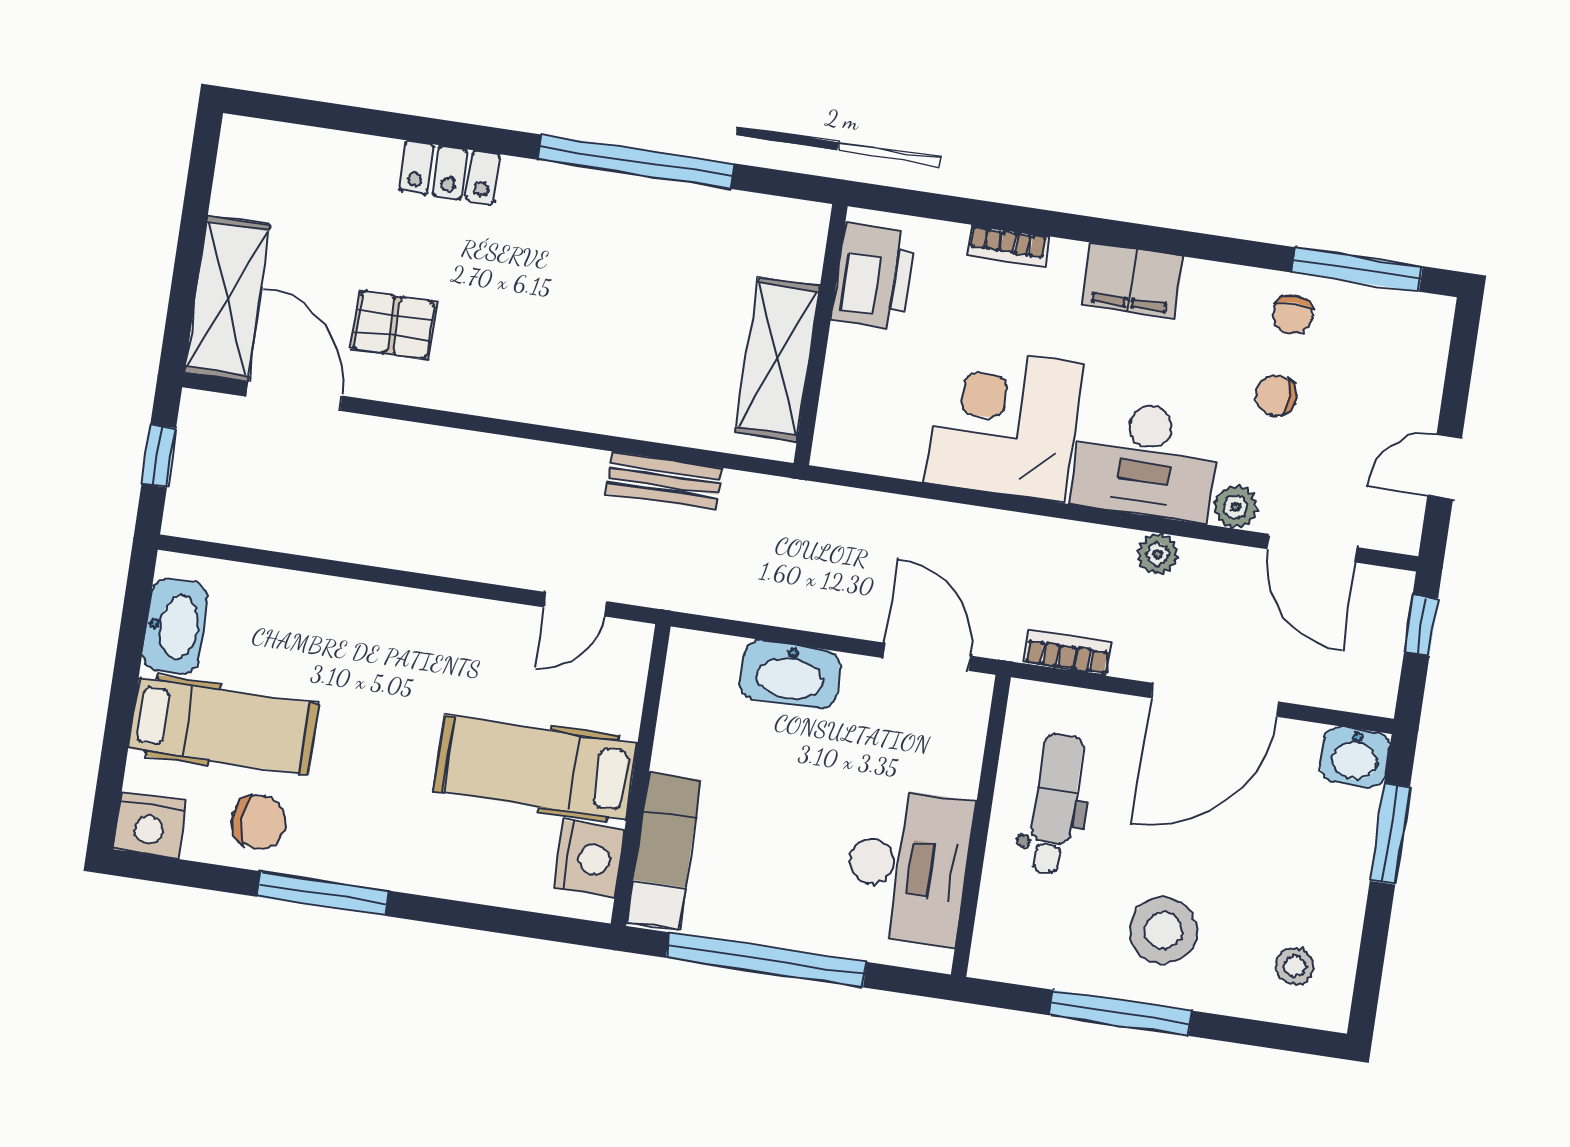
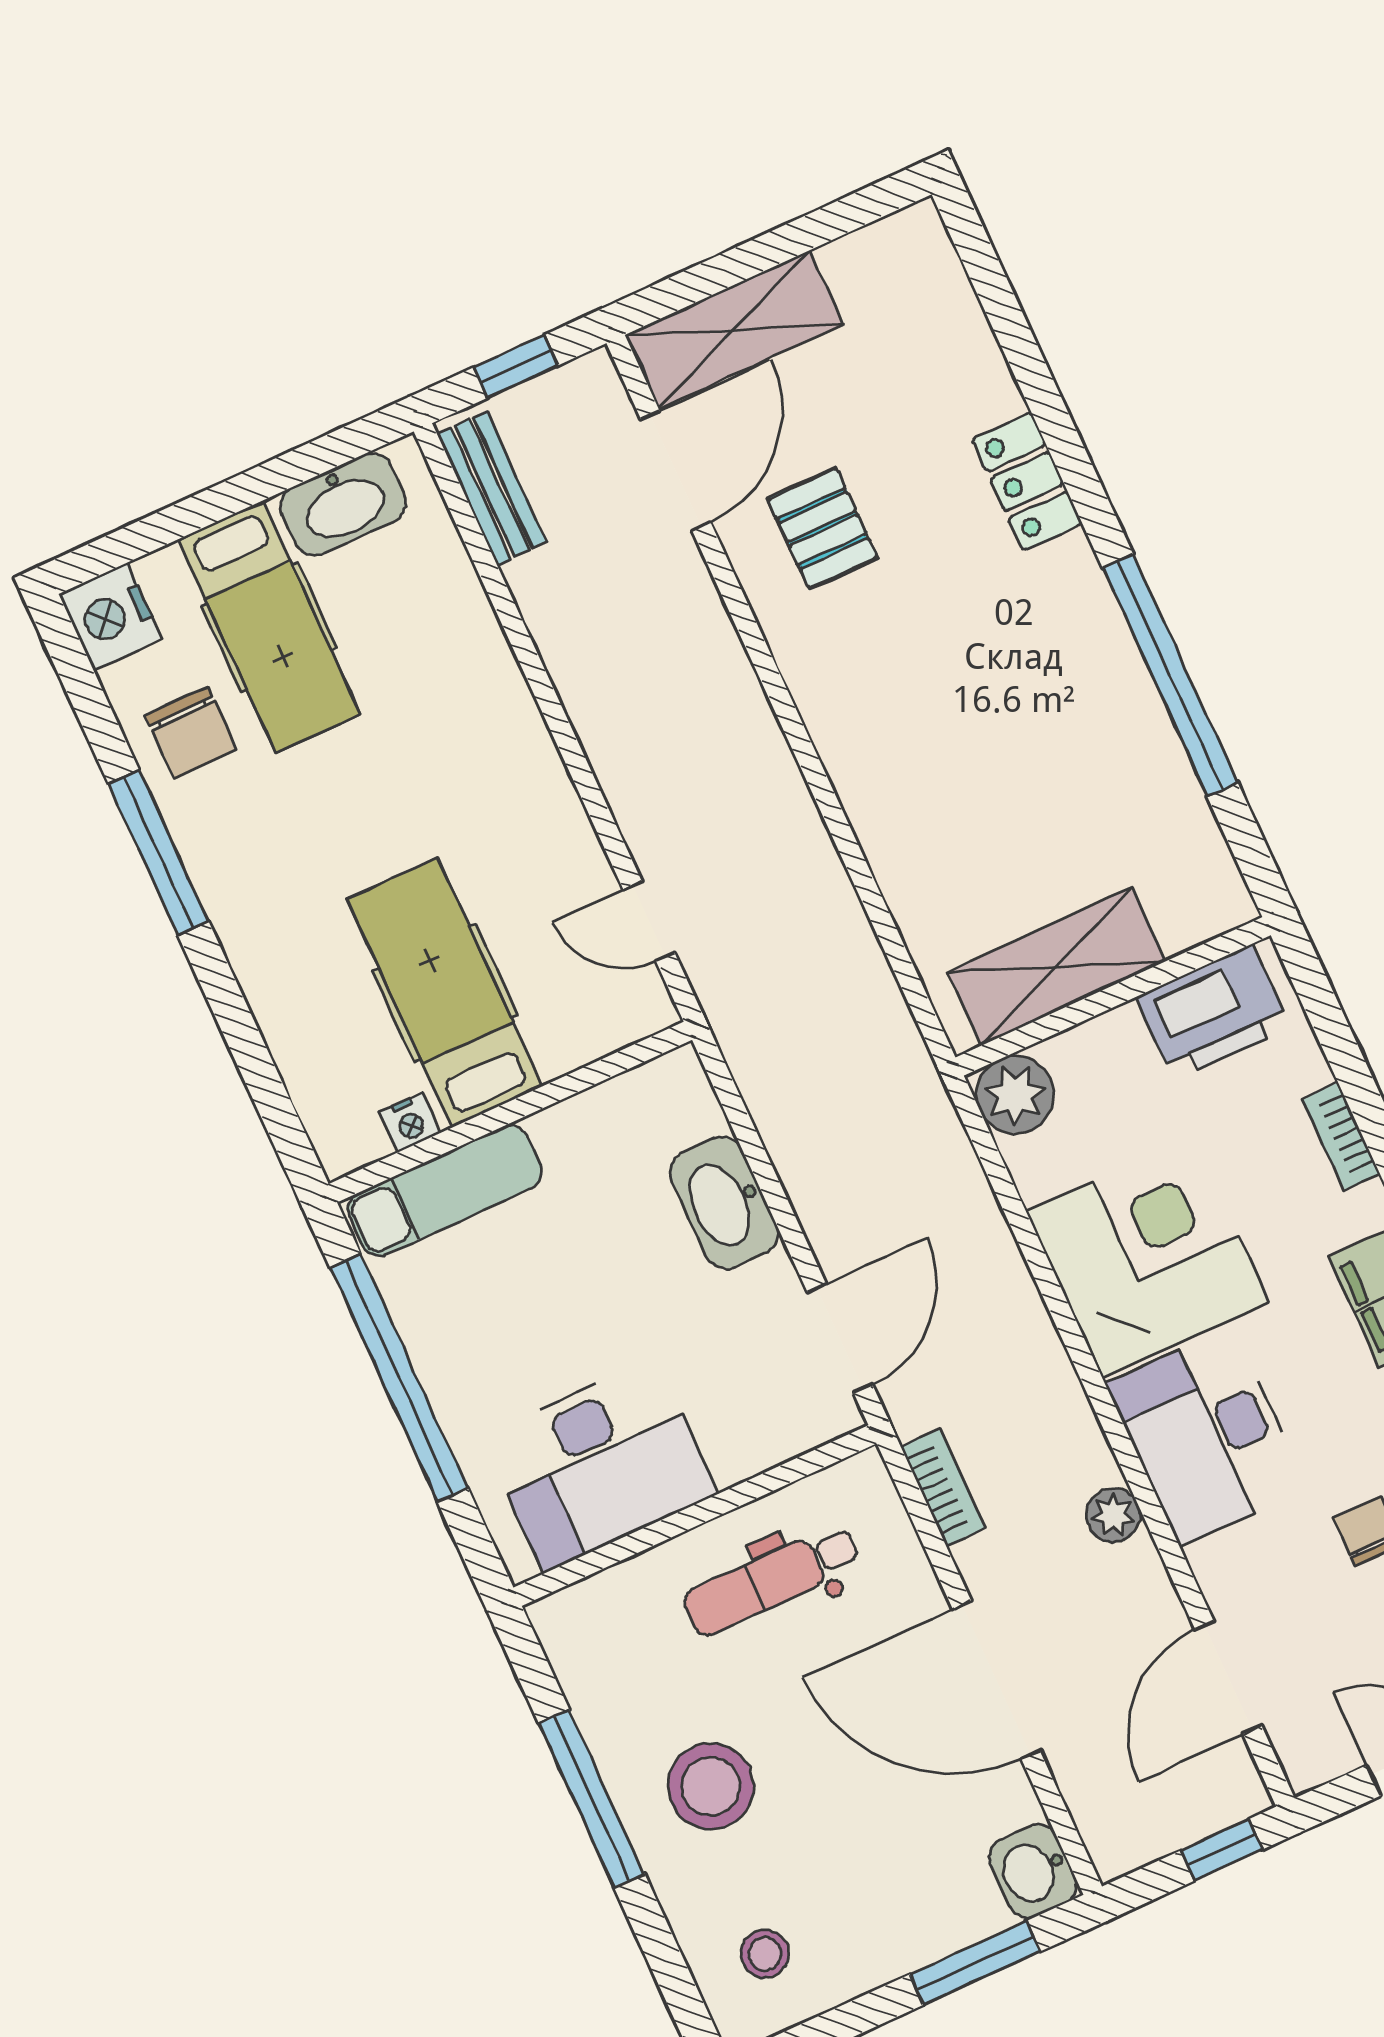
bench: (664, 481) -> (492, 488), moved
plant: (1236, 507) -> (1015, 1095), moved, width x1.38, depth x1.38
dental chair: (1055, 804) -> (771, 1580), turned 180
nightstand: (589, 859) -> (410, 1123), width x0.53, depth x0.56

